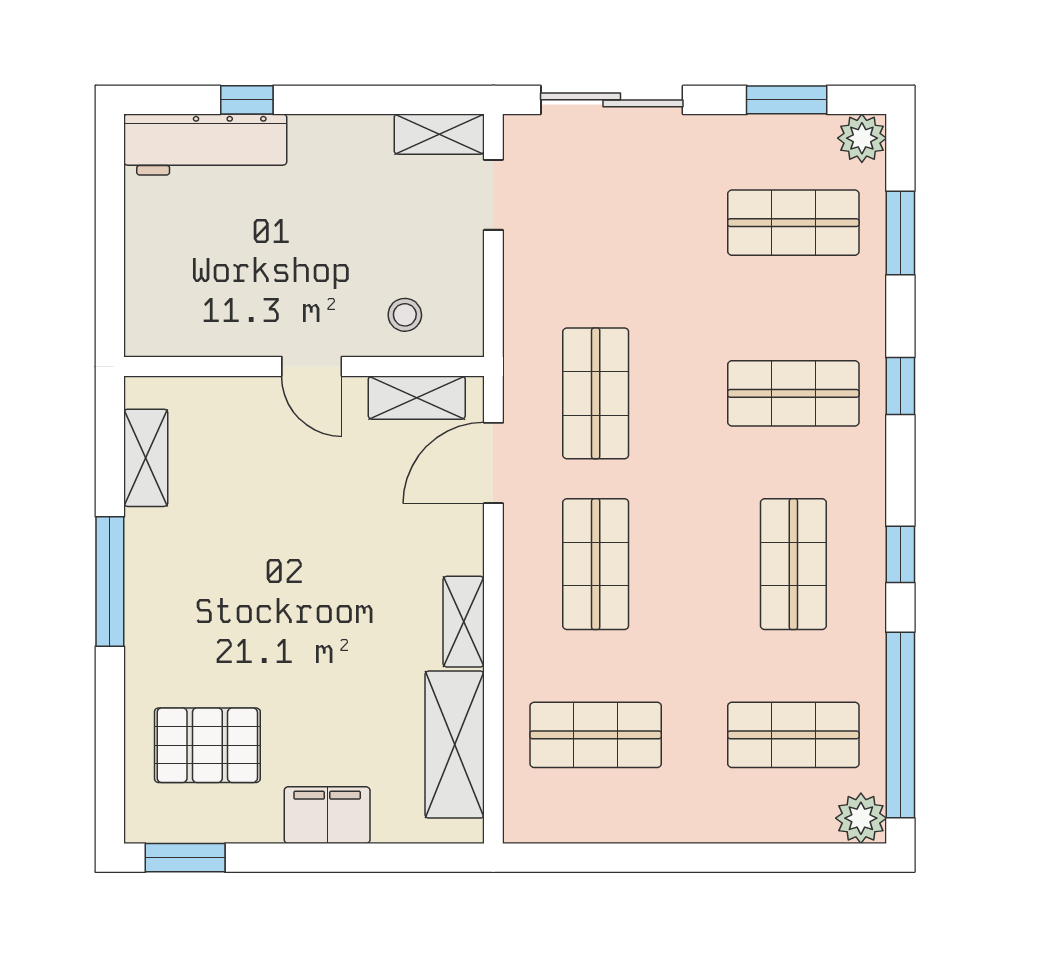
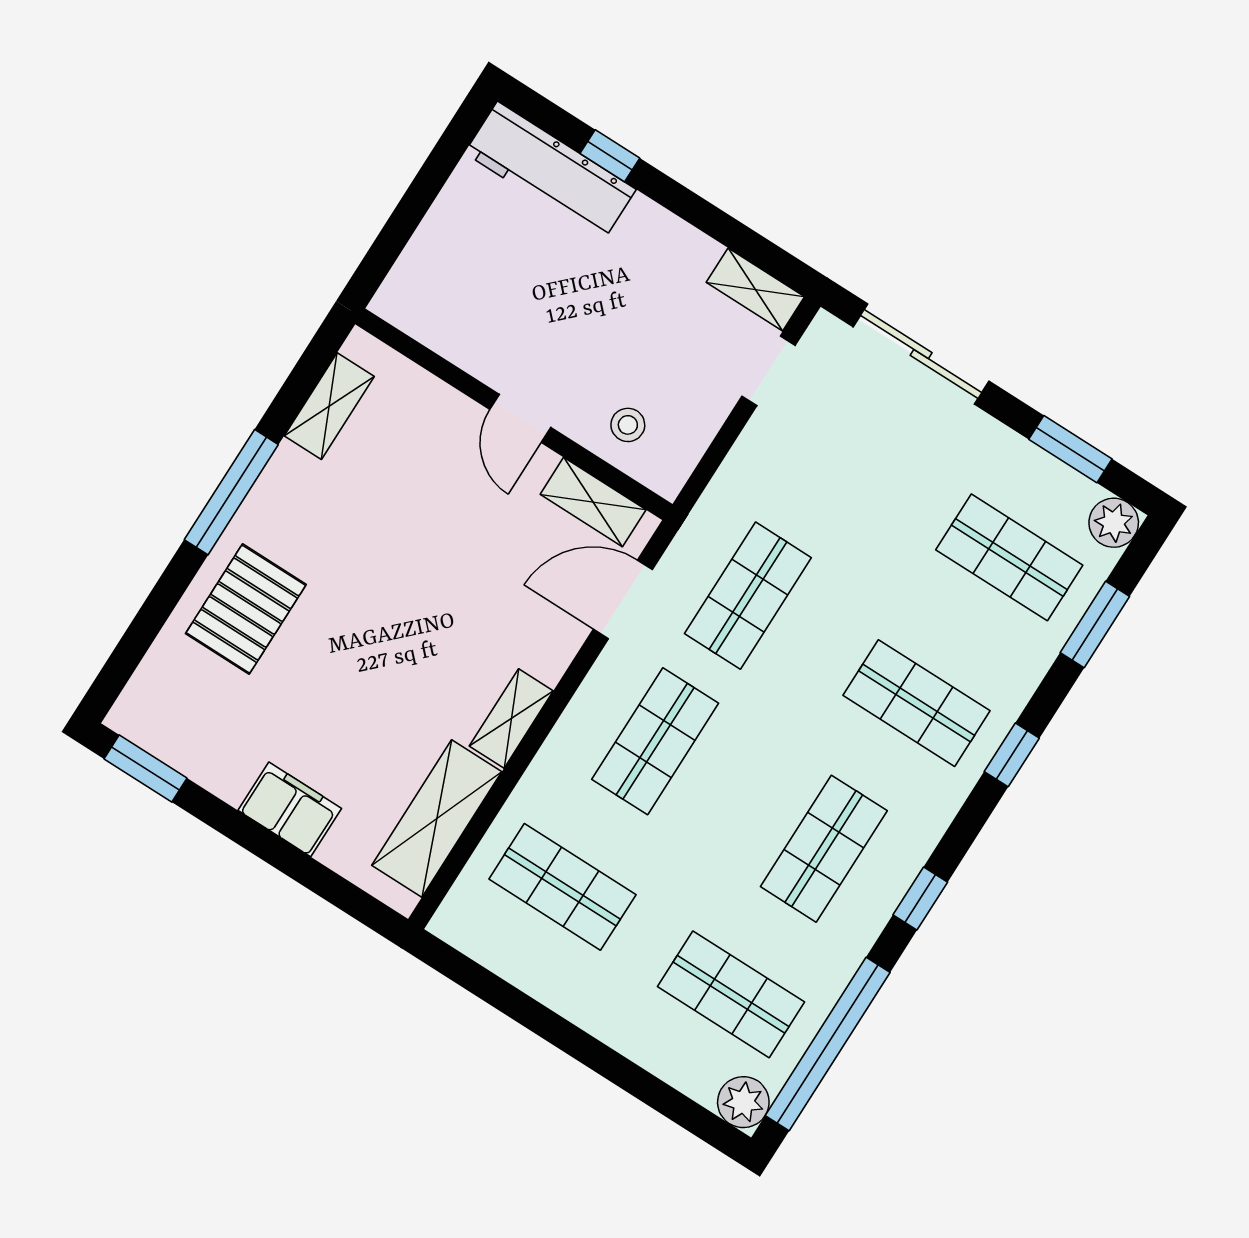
pallet: (207, 745) -> (246, 609), moved, turned 90

